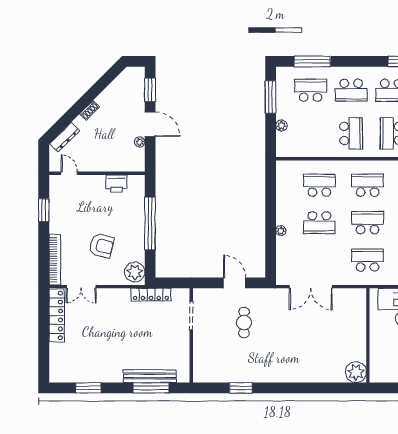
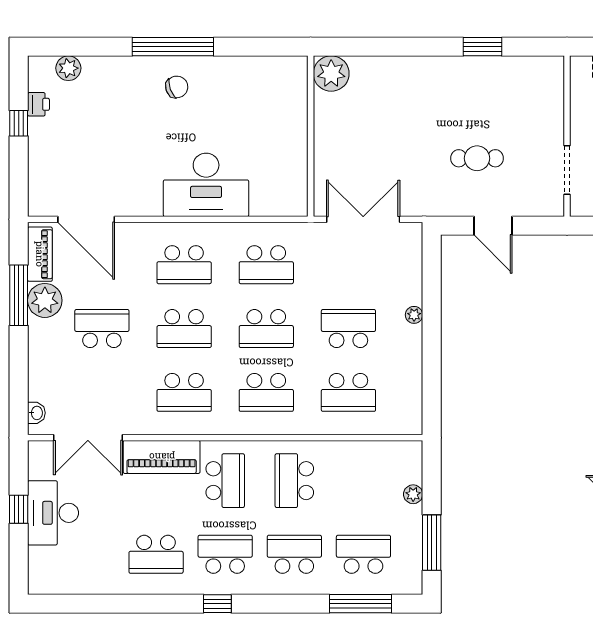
school desk: (311, 90) -> (363, 554), turned 180
cafe table: (244, 322) -> (477, 158), turned 90
wall: (368, 335) -> (311, 136), moved
plant: (356, 372) -> (331, 74), moved

